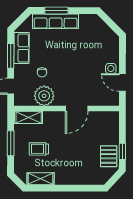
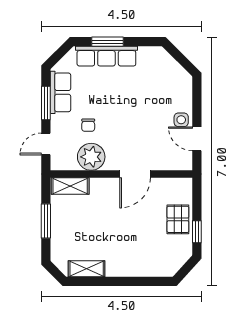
trolley: (39, 149) -> (84, 229), removed
pallet: (109, 156) -> (178, 219), moved

